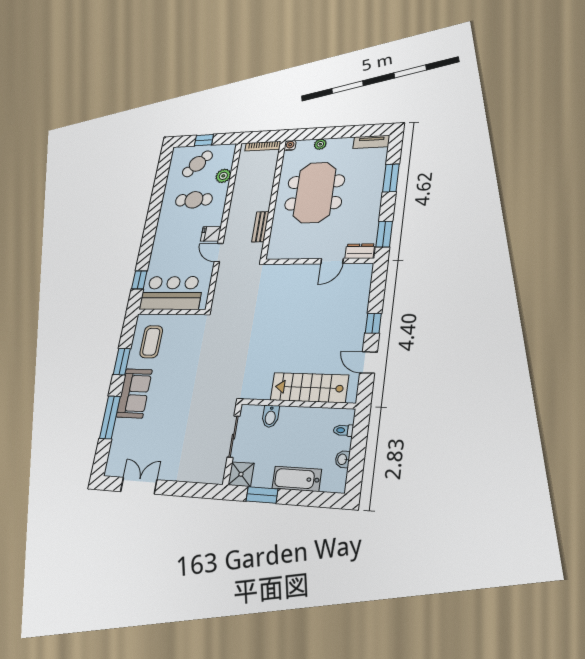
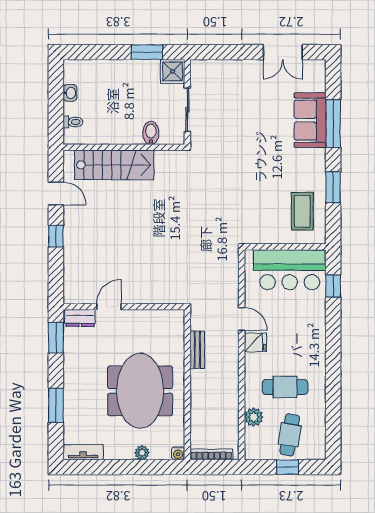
cafe table: (197, 164) -> (290, 435), turned -36
sofa: (134, 393) -> (310, 120), moved
bathtub: (297, 479) -> (114, 71), removed

